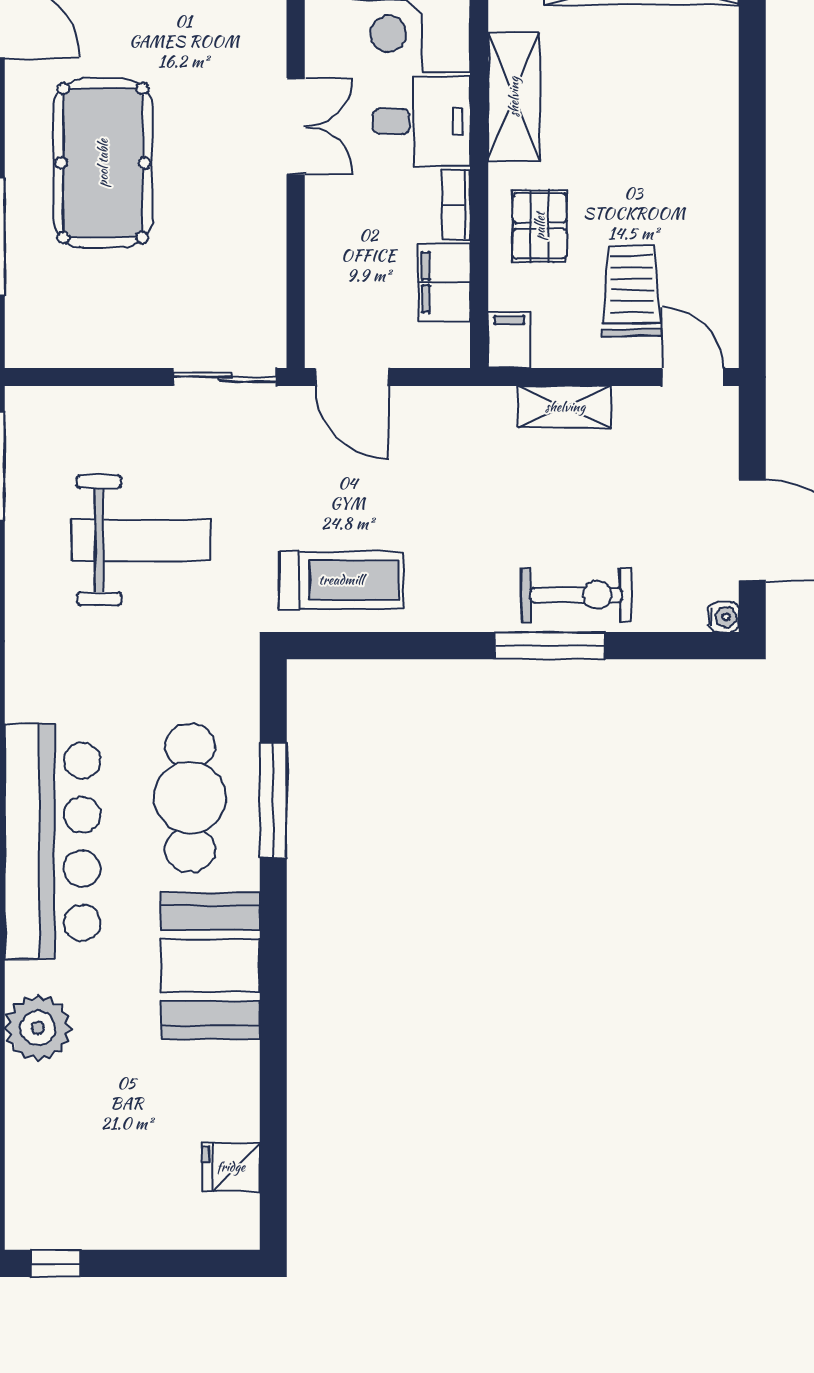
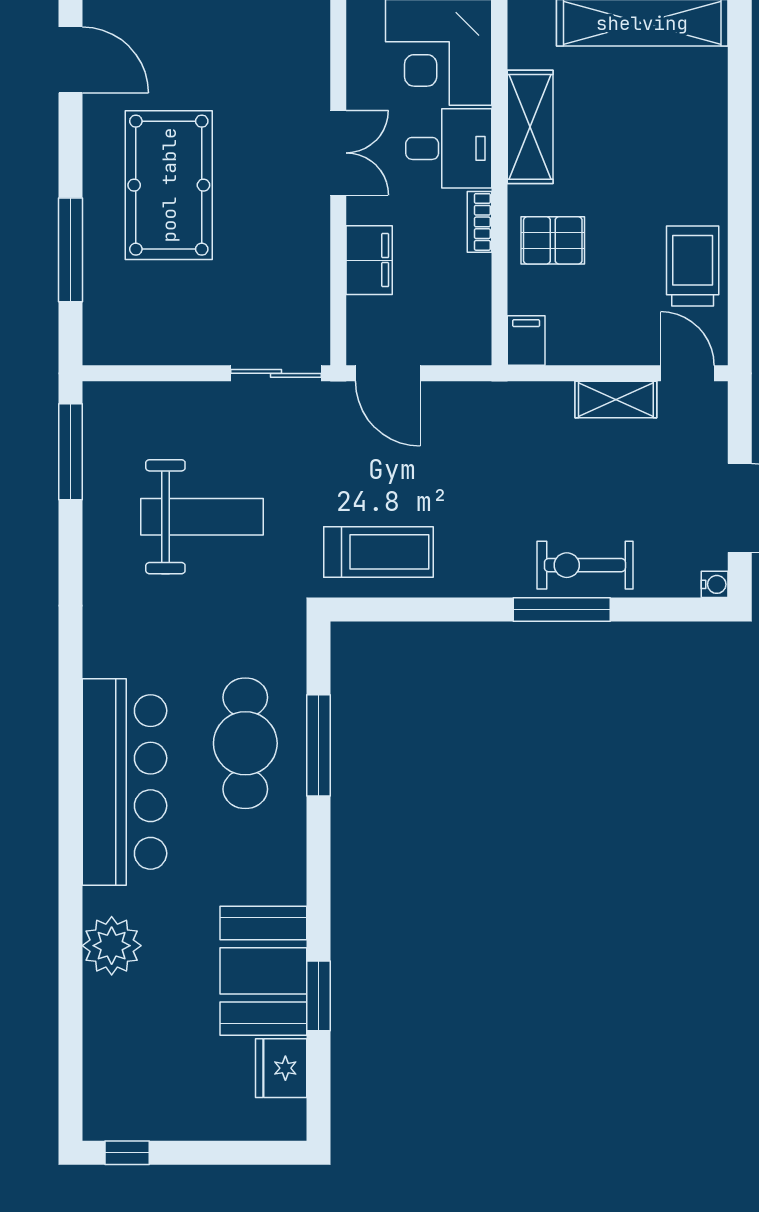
pallet: (540, 226) -> (553, 240), turned 90
filing cabinet: (444, 282) -> (369, 260), moved, turned 180
trolley: (632, 291) -> (693, 266), moved
shelving: (565, 407) -> (616, 400), moved
exercise bike: (576, 595) -> (585, 565), turned 180
booth: (210, 966) -> (263, 971), moved
window: (273, 1085) -> (318, 996), added
fridge: (231, 1167) -> (281, 1068), width x1.38

